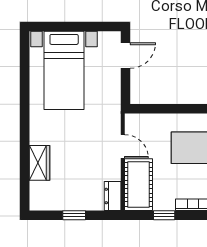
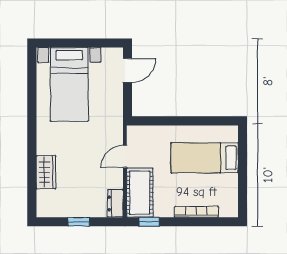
door: (123, 146) -> (125, 156), swing flipped
window: (164, 215) -> (149, 222), moved

